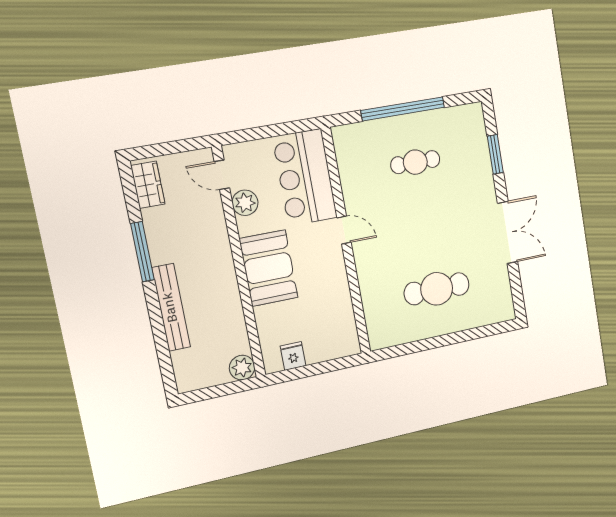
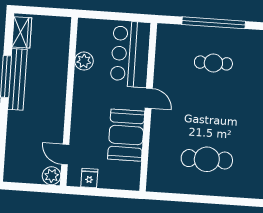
door: (222, 175) -> (65, 154), moved
booth: (269, 268) -> (126, 135), moved
bench: (171, 307) -> (17, 79), moved

